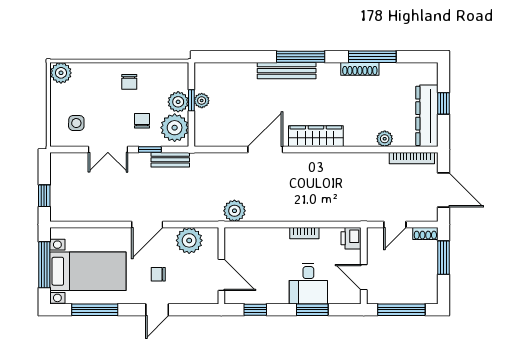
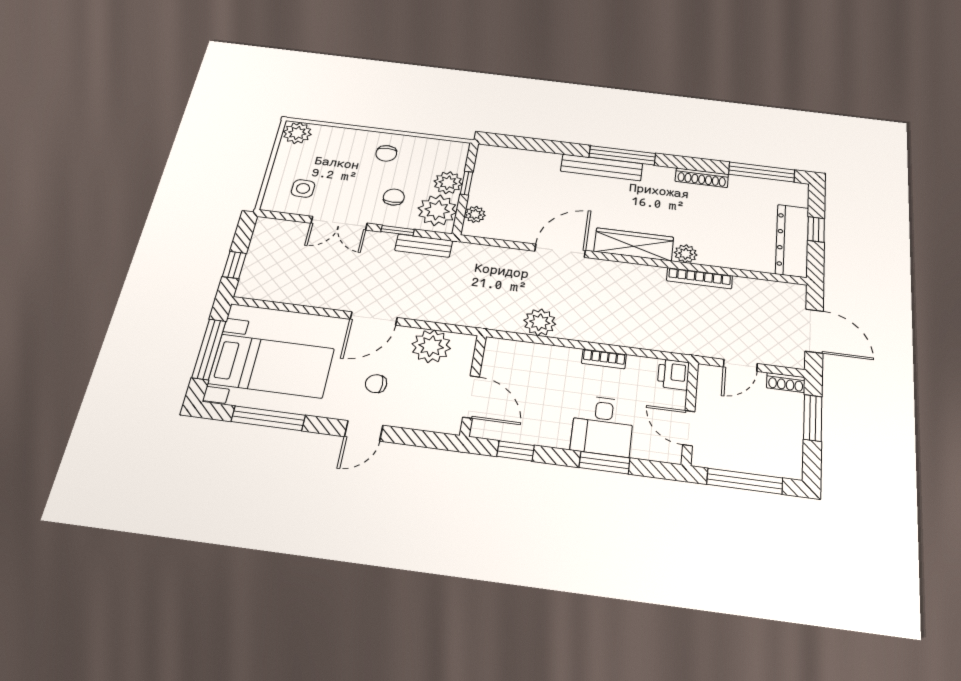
window: (372, 57) -> (762, 172), moved
plant: (202, 101) -> (475, 214), moved
plant: (385, 139) -> (686, 254), moved
bookcase: (412, 158) -> (700, 278), moved
plant: (234, 211) -> (540, 322), moved

